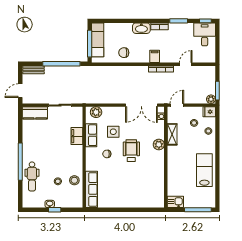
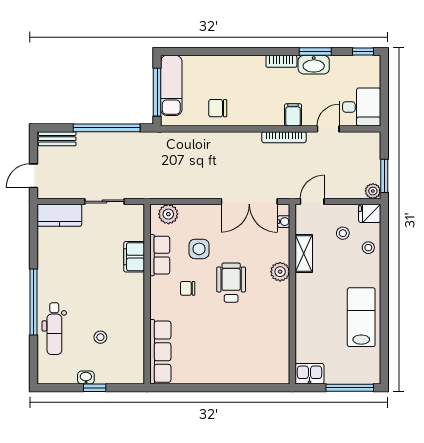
washbasin: (141, 28) -> (314, 65), moved
desk: (205, 34) -> (360, 107), moved, turned 90
filing cabinet: (155, 56) -> (293, 115), moved
stool: (74, 180) -> (130, 335), removed

